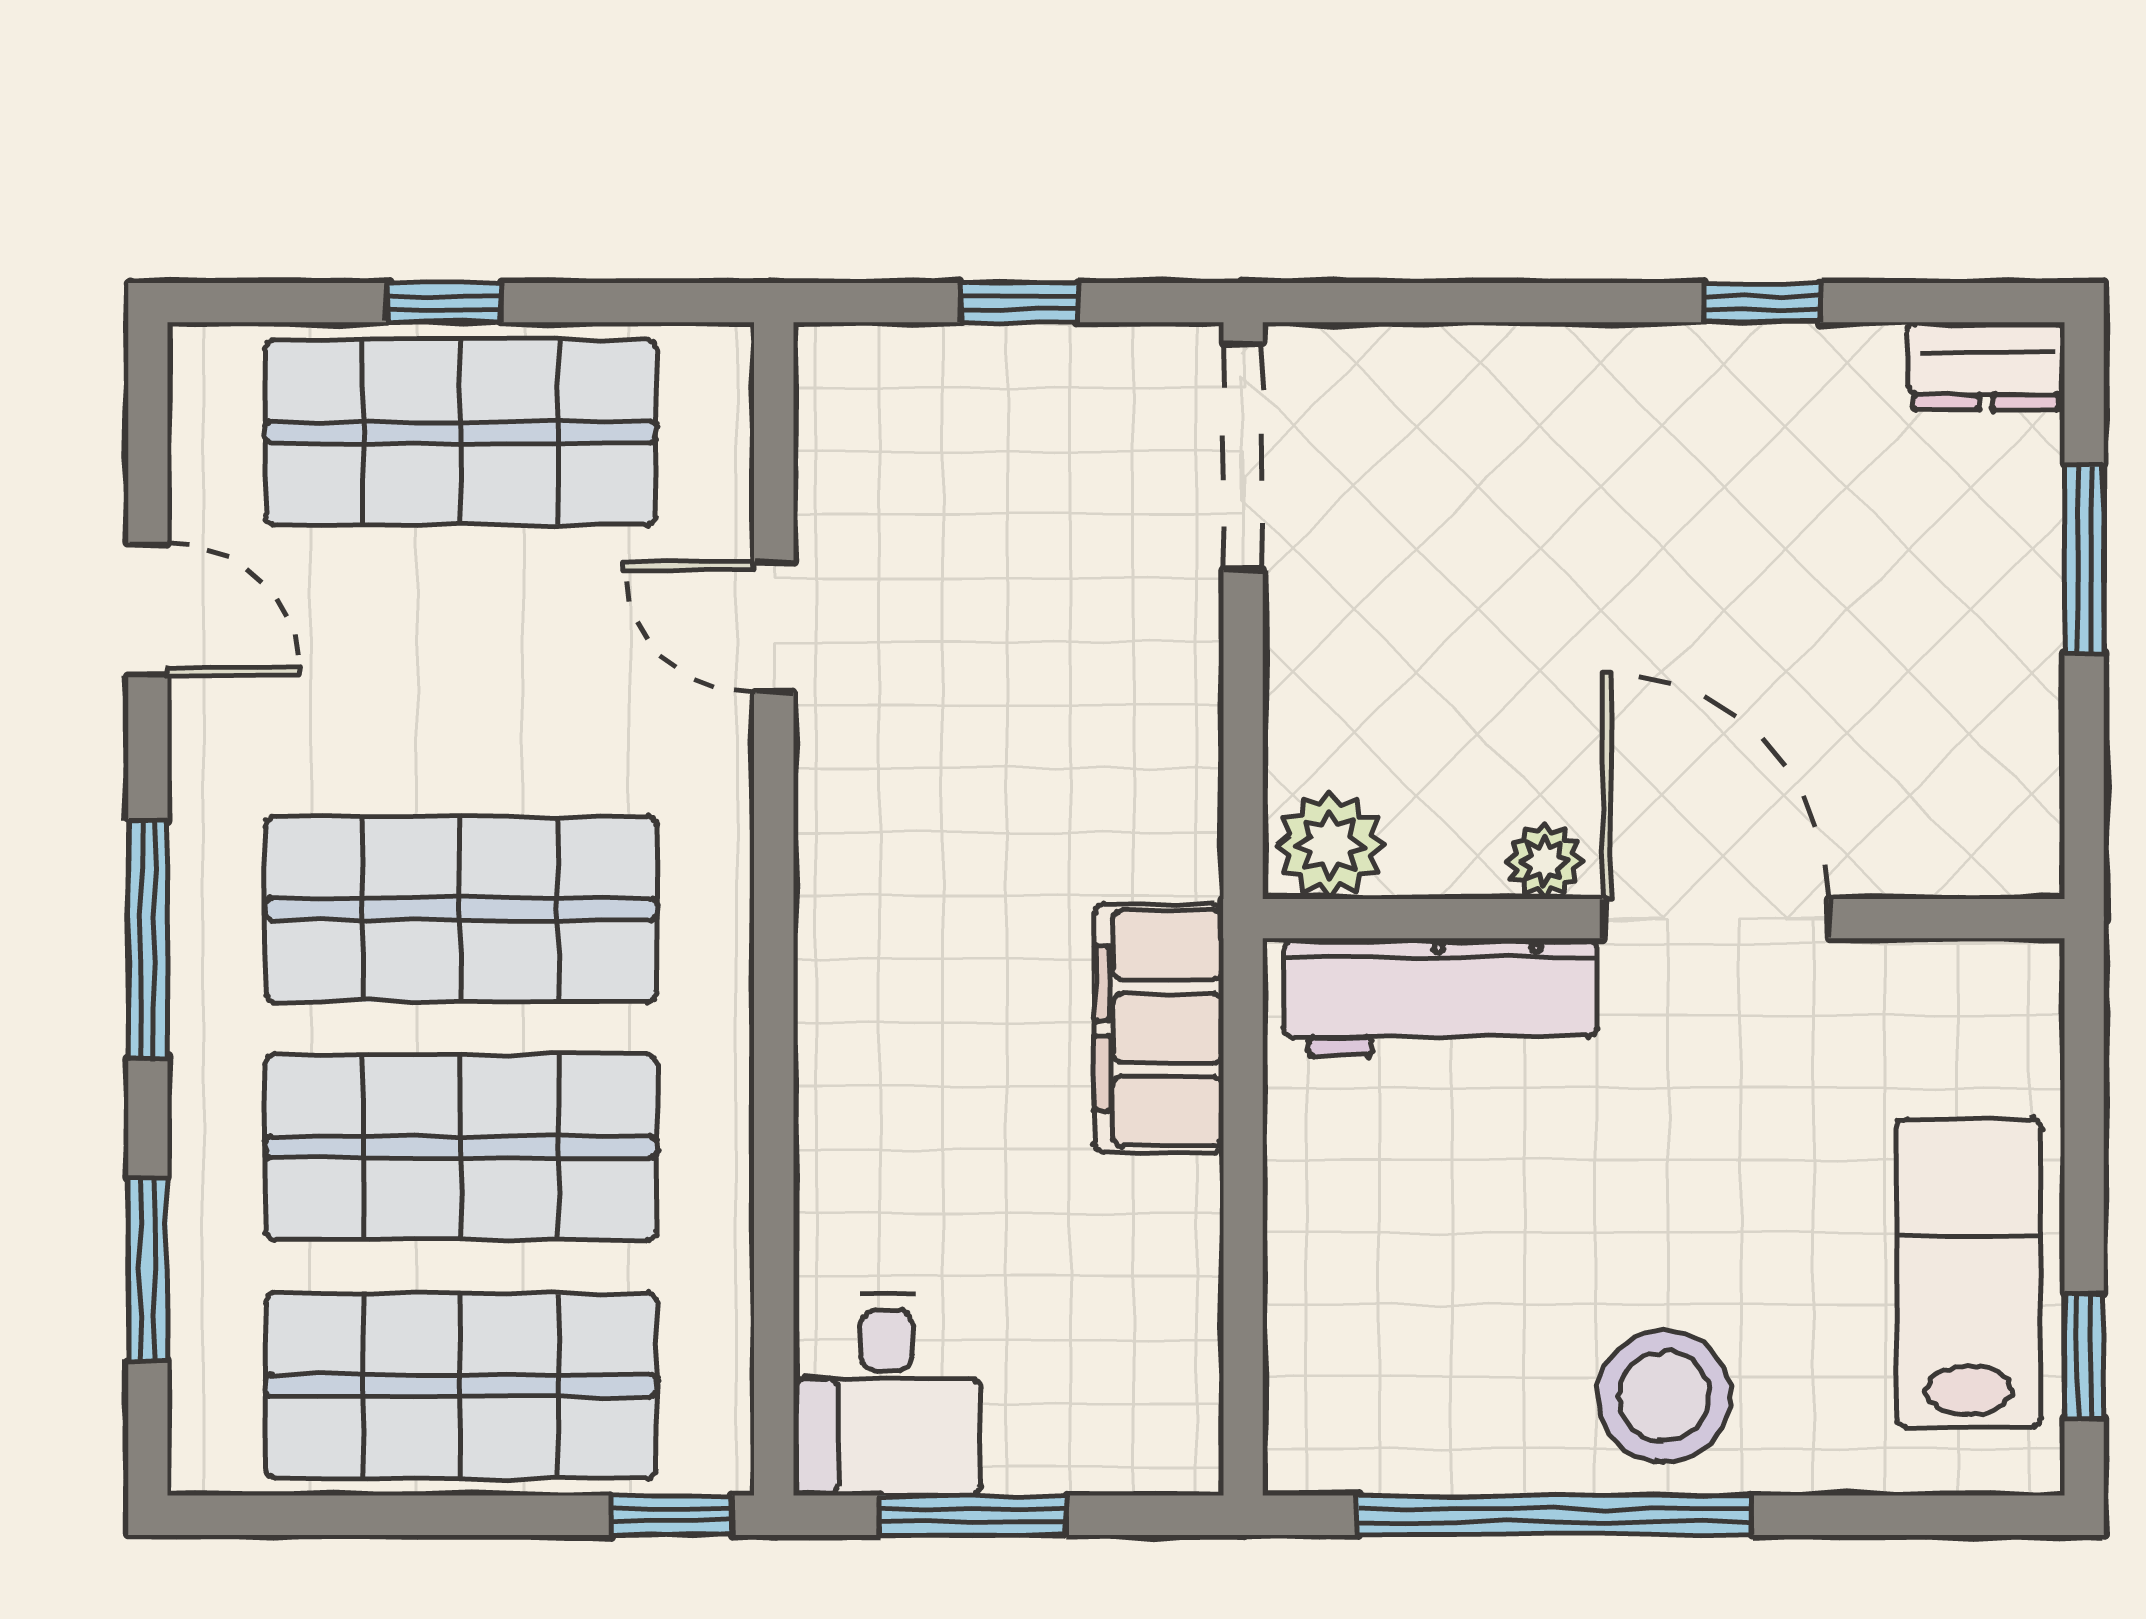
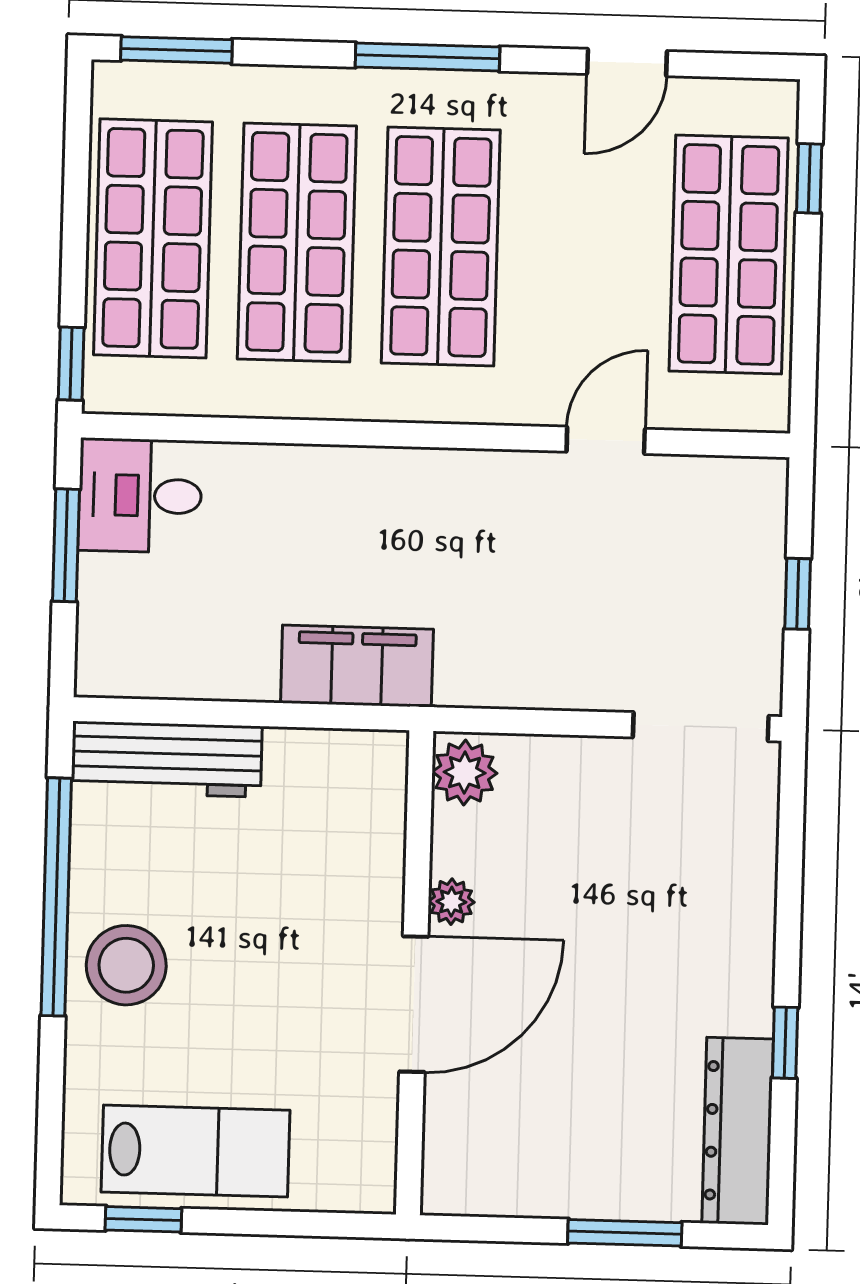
window: (445, 303) -> (809, 178), moved
dresser: (1986, 366) -> (738, 1131), width x1.96, depth x1.24
workbench: (1440, 997) -> (167, 759), moved, turned -90
window: (148, 1269) -> (176, 50), moved

